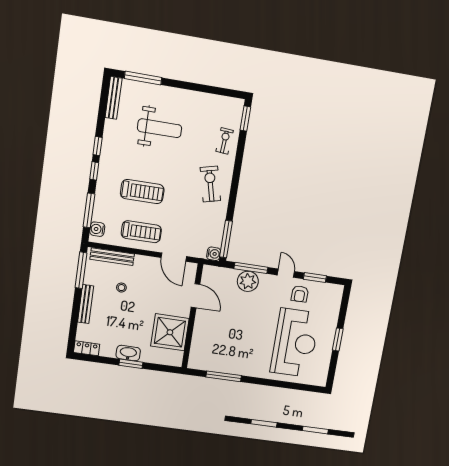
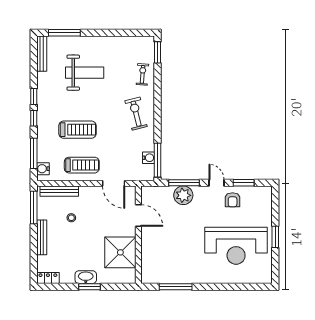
water cooler: (214, 254) -> (149, 158), moved
reception desk: (295, 343) -> (236, 246), turned 90

